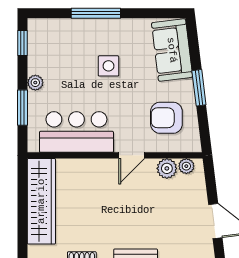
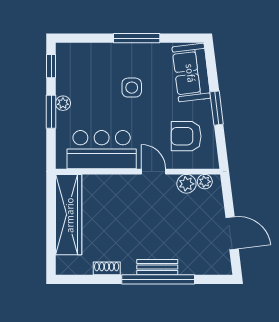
window: (96, 13) -> (137, 38), moved
window: (23, 108) -> (51, 112), moved
door: (132, 155) -> (154, 172), swing flipped

